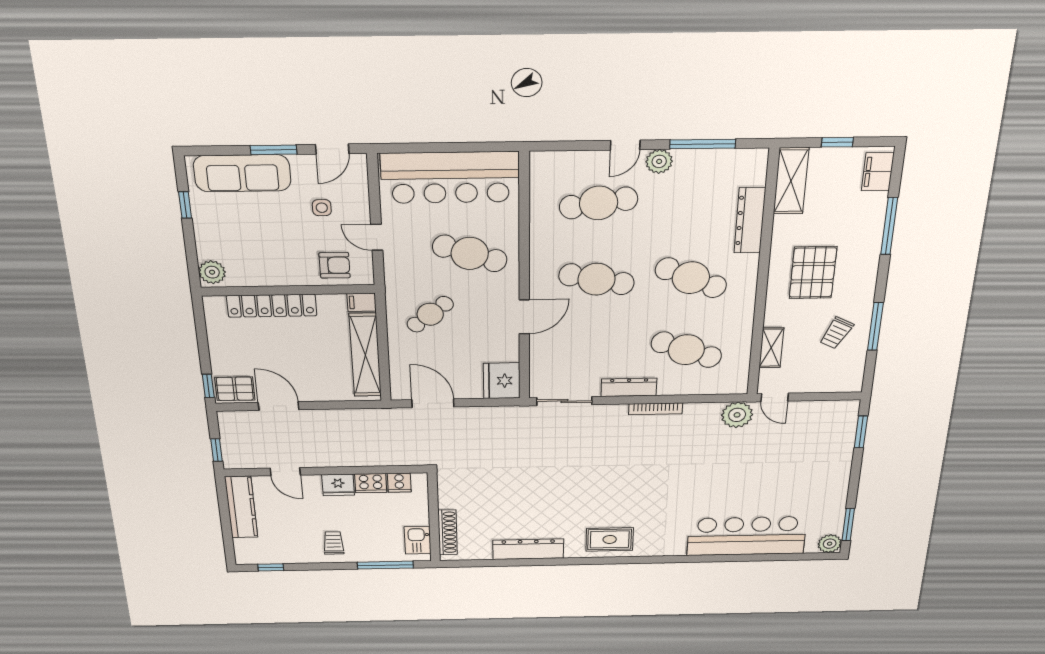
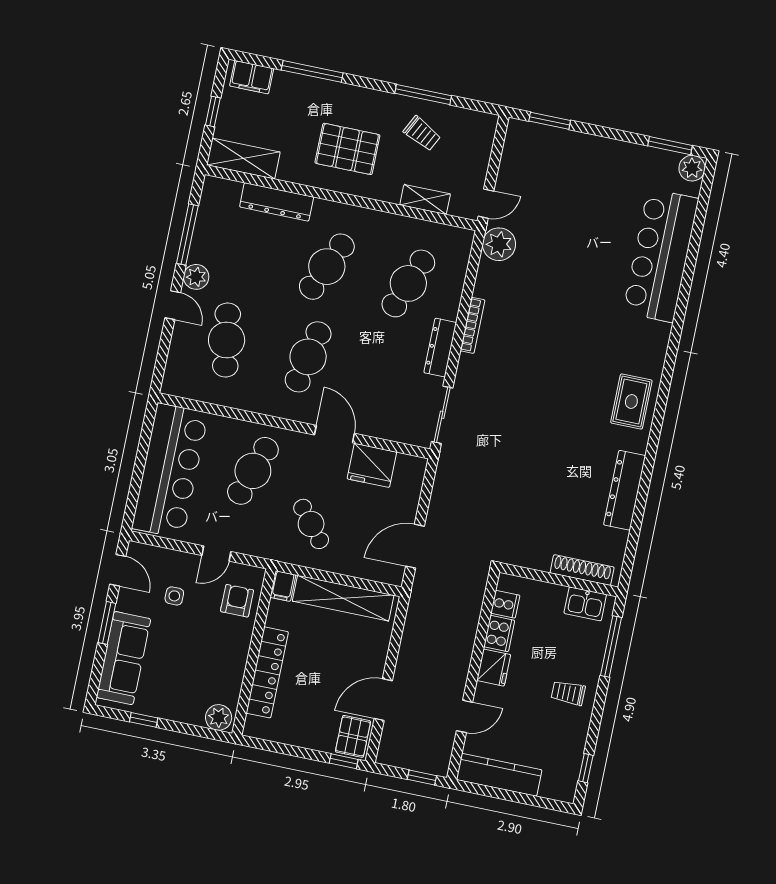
fridge: (502, 381) -> (372, 465), moved

